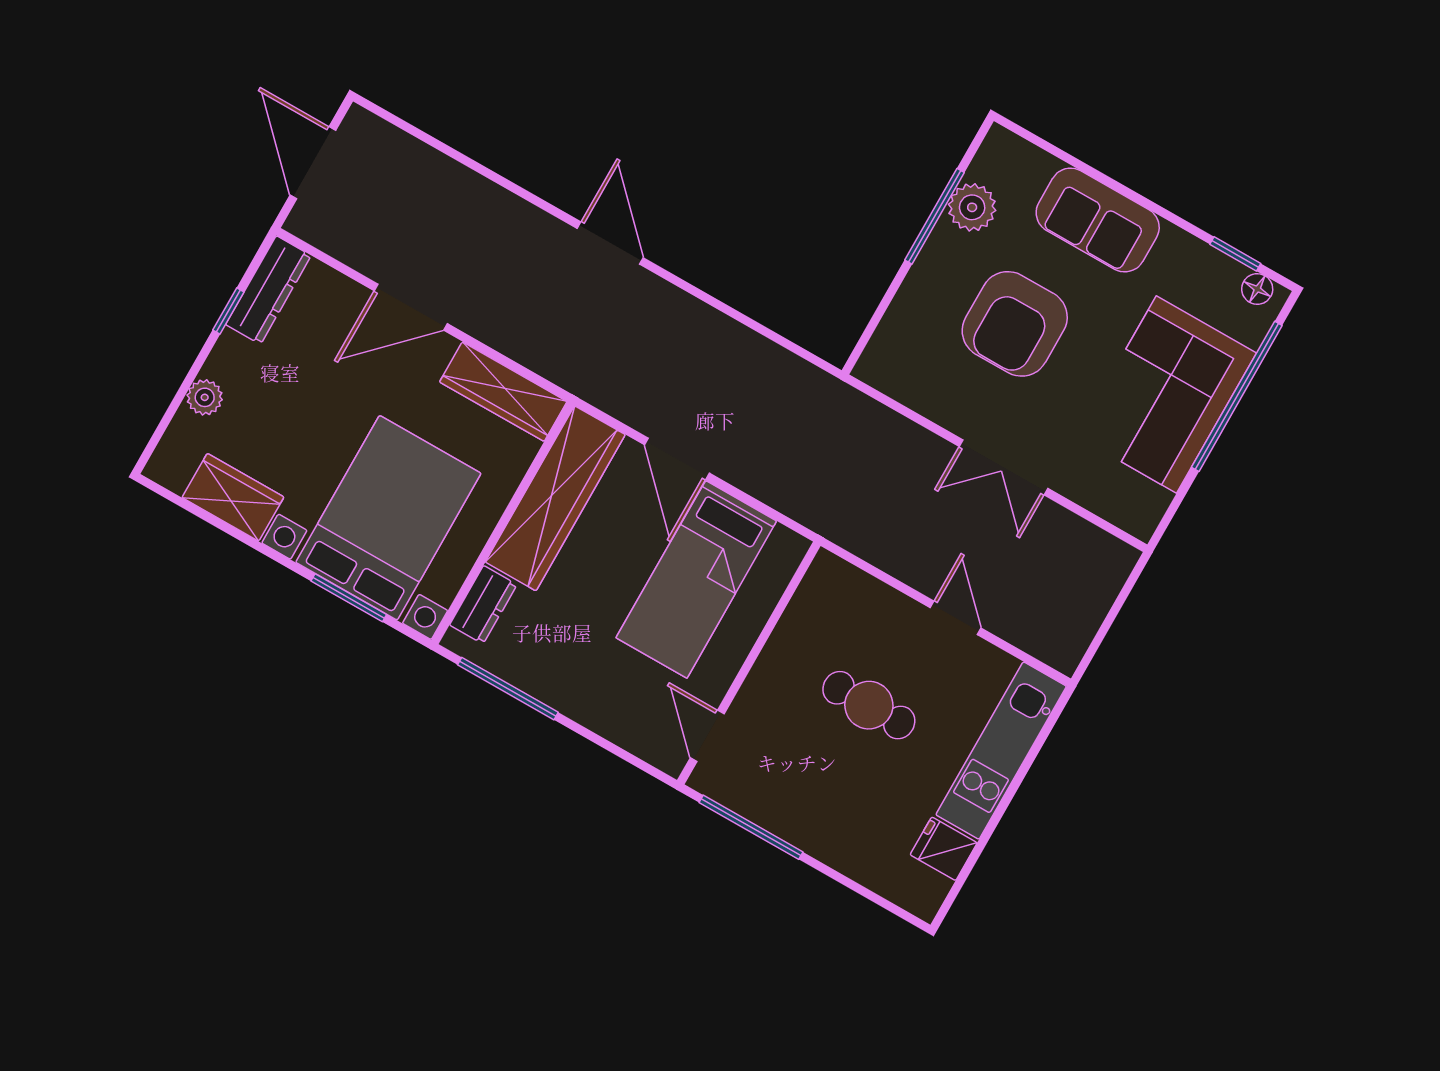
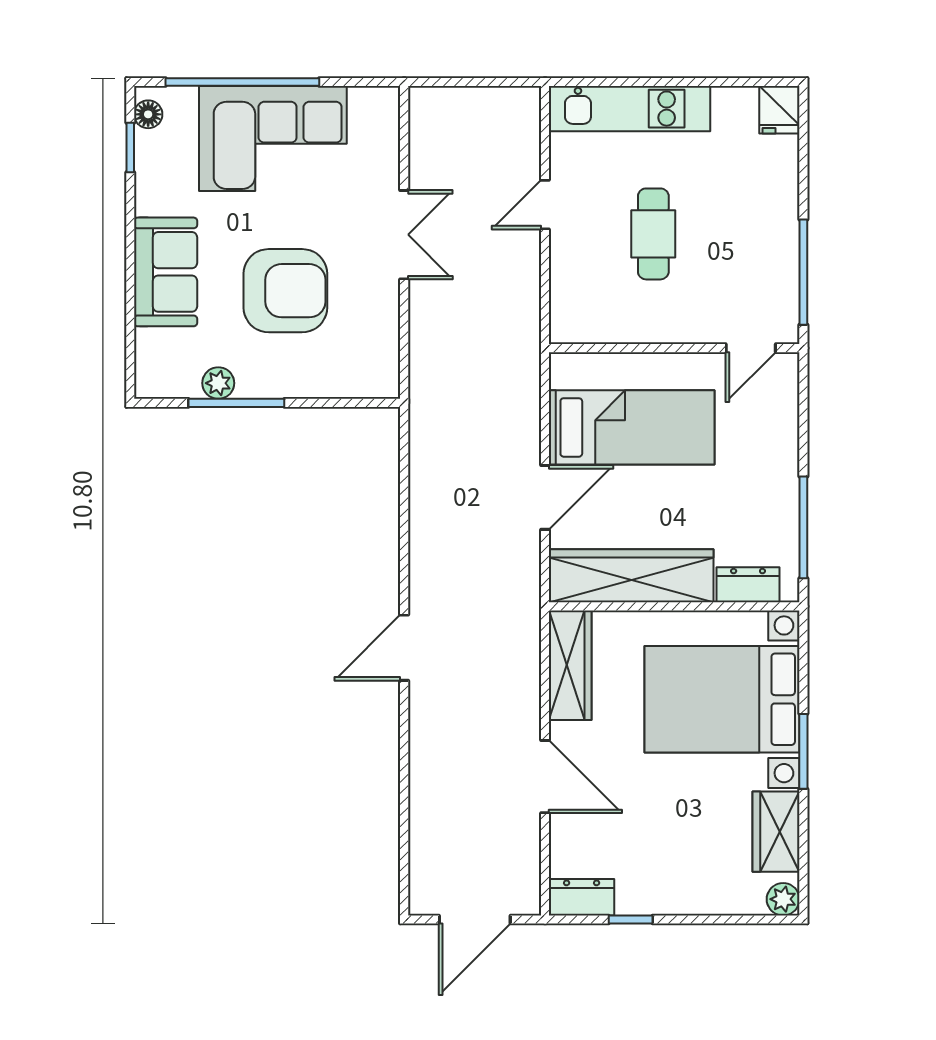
plant: (972, 207) -> (218, 383), width x0.73, depth x0.73
dresser: (268, 290) -> (582, 897), width x0.70
plant: (205, 397) -> (783, 899), moved
window: (349, 598) -> (803, 751), moved
fridge: (944, 849) -> (779, 110), moved

